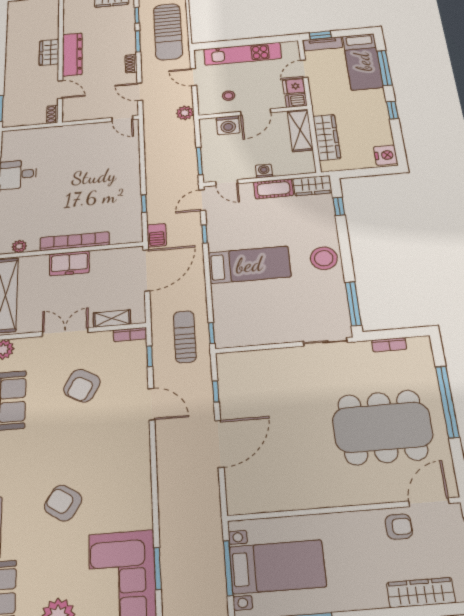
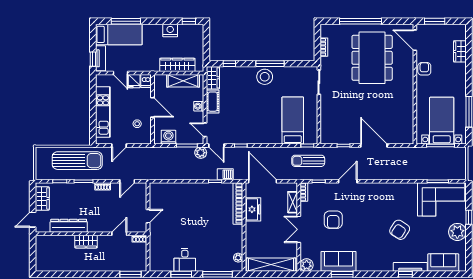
dresser: (72, 54) -> (69, 226), moved
window: (392, 110) -> (189, 21), moved
plant: (185, 113) -> (201, 153), moved
door: (122, 119) -> (148, 216), moved
washing machine: (228, 125) -> (168, 137), moved, turned -90
shelving: (300, 130) -> (183, 81), moved
nightstand: (386, 155) -> (170, 30), moved
door: (227, 183) -> (205, 130), swing flipped
barbecue: (157, 235) -> (225, 174), moved
bookcase: (75, 241) -> (238, 203), moved
freezer: (69, 263) -> (253, 209), moved
bed: (249, 265) -> (293, 121), moved
window: (353, 304) -> (270, 64), moved
armchair: (82, 386) -> (333, 220), turned 61
armchair: (399, 527) -> (424, 69), moved
wardrobe: (421, 593) -> (460, 51), width x0.67

